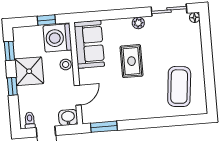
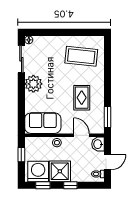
plant: (138, 23) -> (33, 84), width x1.87, depth x1.87
washing machine: (57, 38) -> (38, 171), moved, turned 180
rug: (132, 61) -> (82, 98), moved, turned 90

